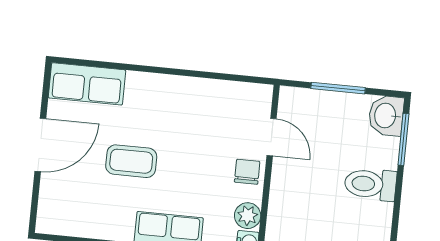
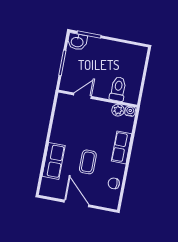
row of seats: (87, 84) -> (54, 161), moved
chair: (247, 172) -> (114, 183), moved
toilet: (370, 184) -> (118, 89), moved, turned 180

